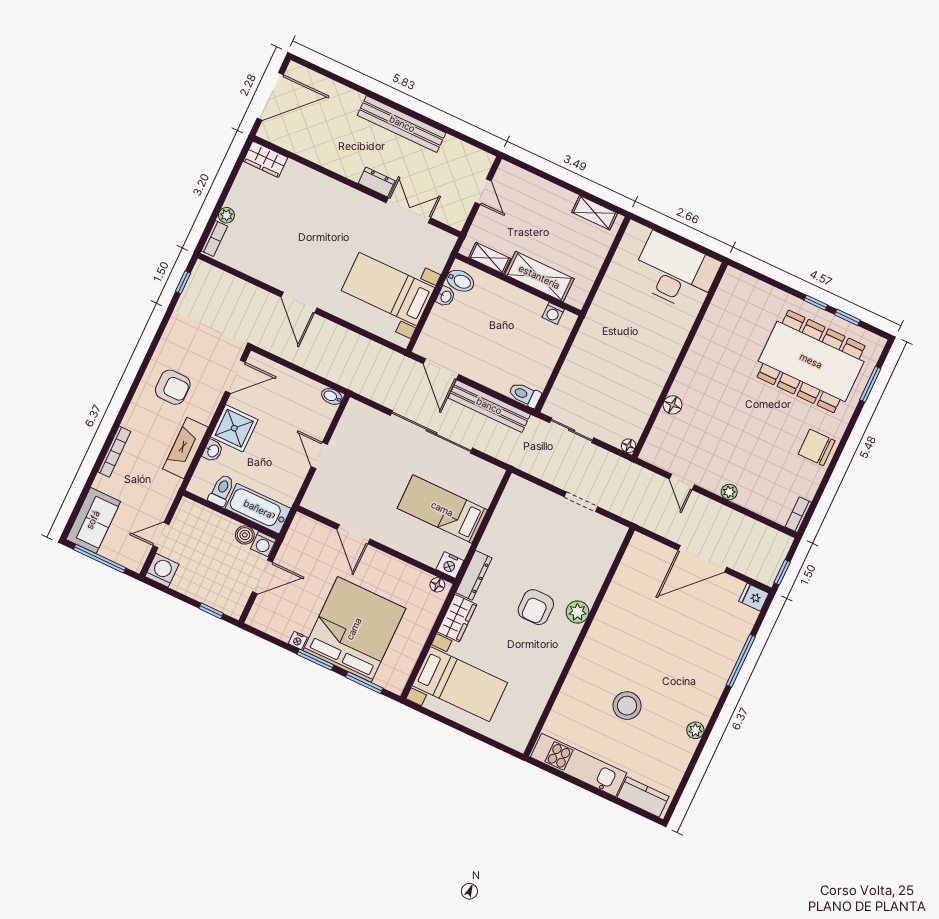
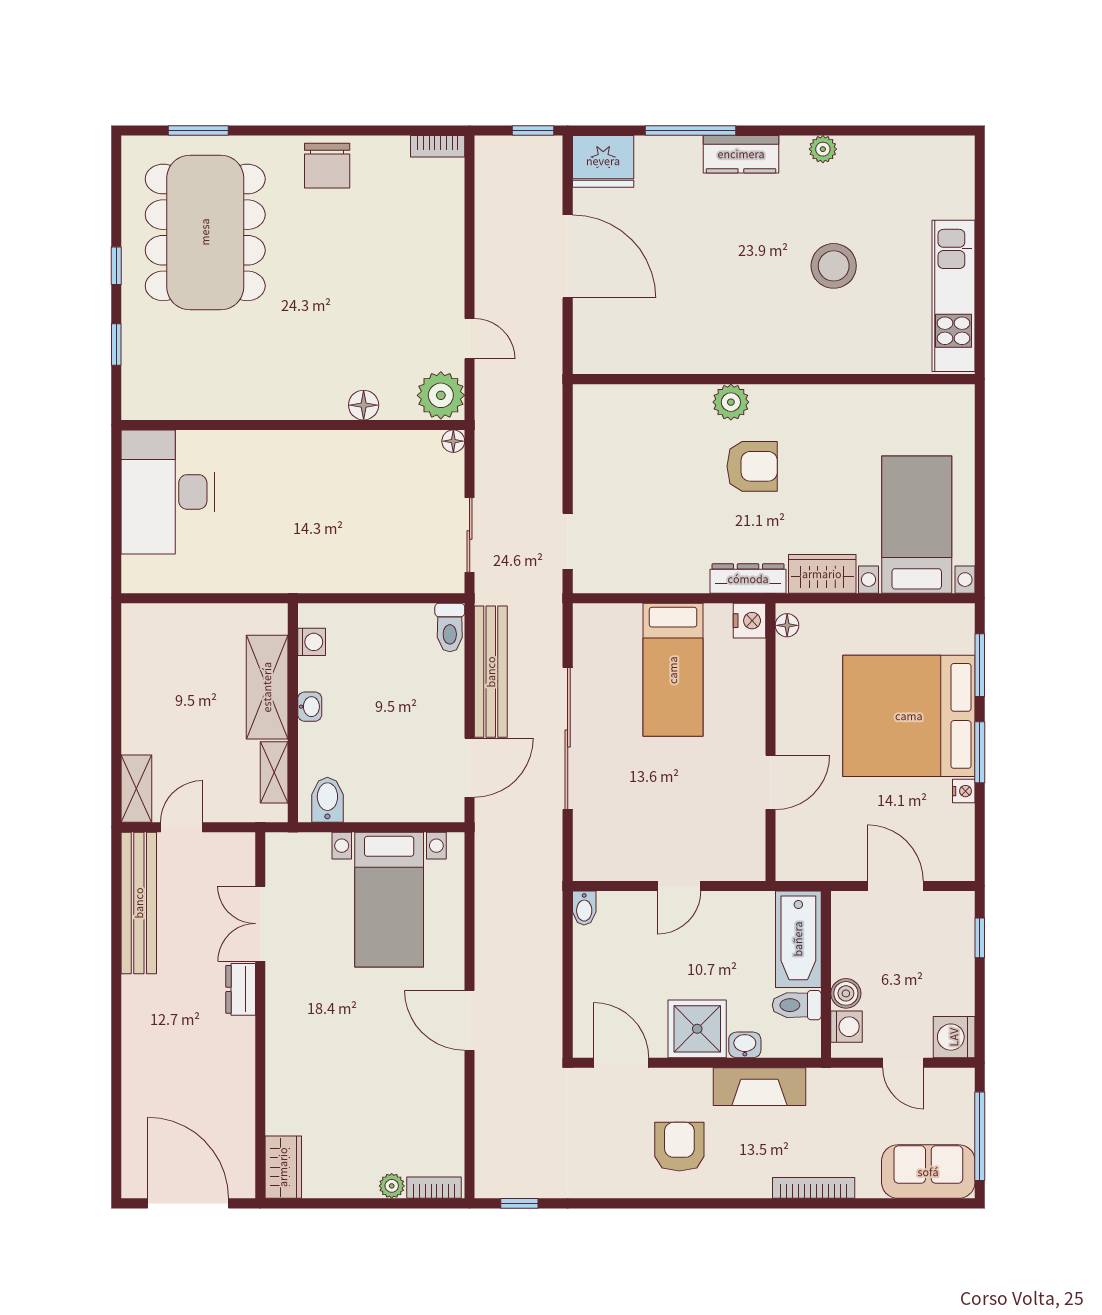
bench: (402, 124) -> (139, 903), moved
shelving: (595, 213) -> (136, 789), moved
washbasin: (446, 296) -> (310, 707), moved, turned 90
door: (299, 302) -> (470, 1020), swing flipped
window: (847, 317) -> (116, 344), moved
door: (682, 482) -> (470, 339), hinge flipped
plant: (729, 492) -> (441, 395), moved, width x1.87, depth x1.87
doorway: (581, 502) -> (568, 541), moved
boiler: (245, 535) -> (846, 993), moved
washing machine: (263, 544) -> (847, 1027), moved
fridge: (754, 597) -> (603, 161), width x1.88, depth x1.34
kitchen counter: (643, 797) -> (741, 154), moved, turned -90

